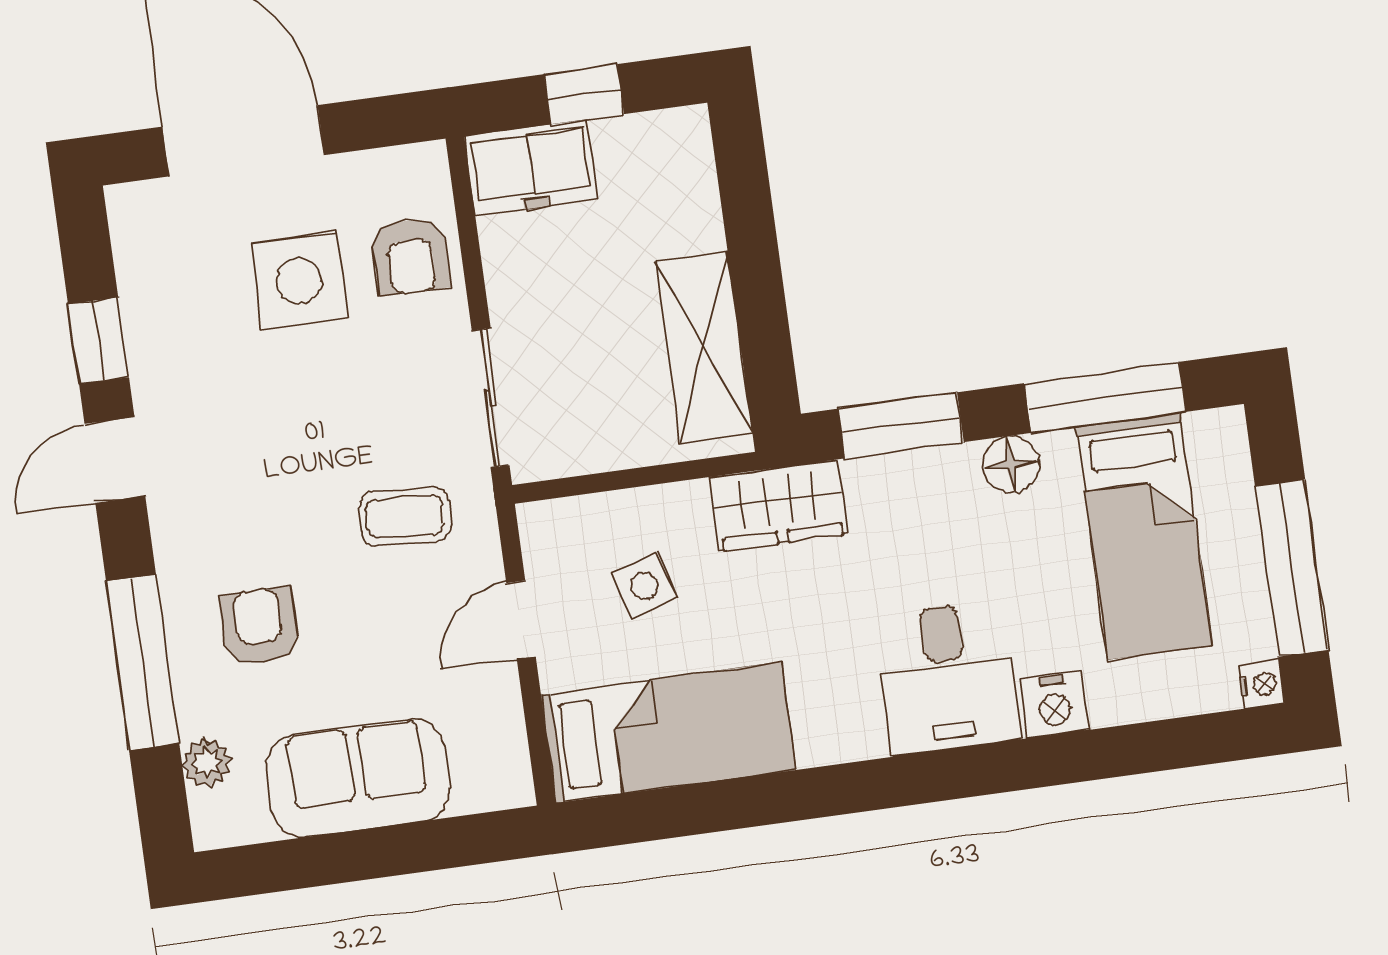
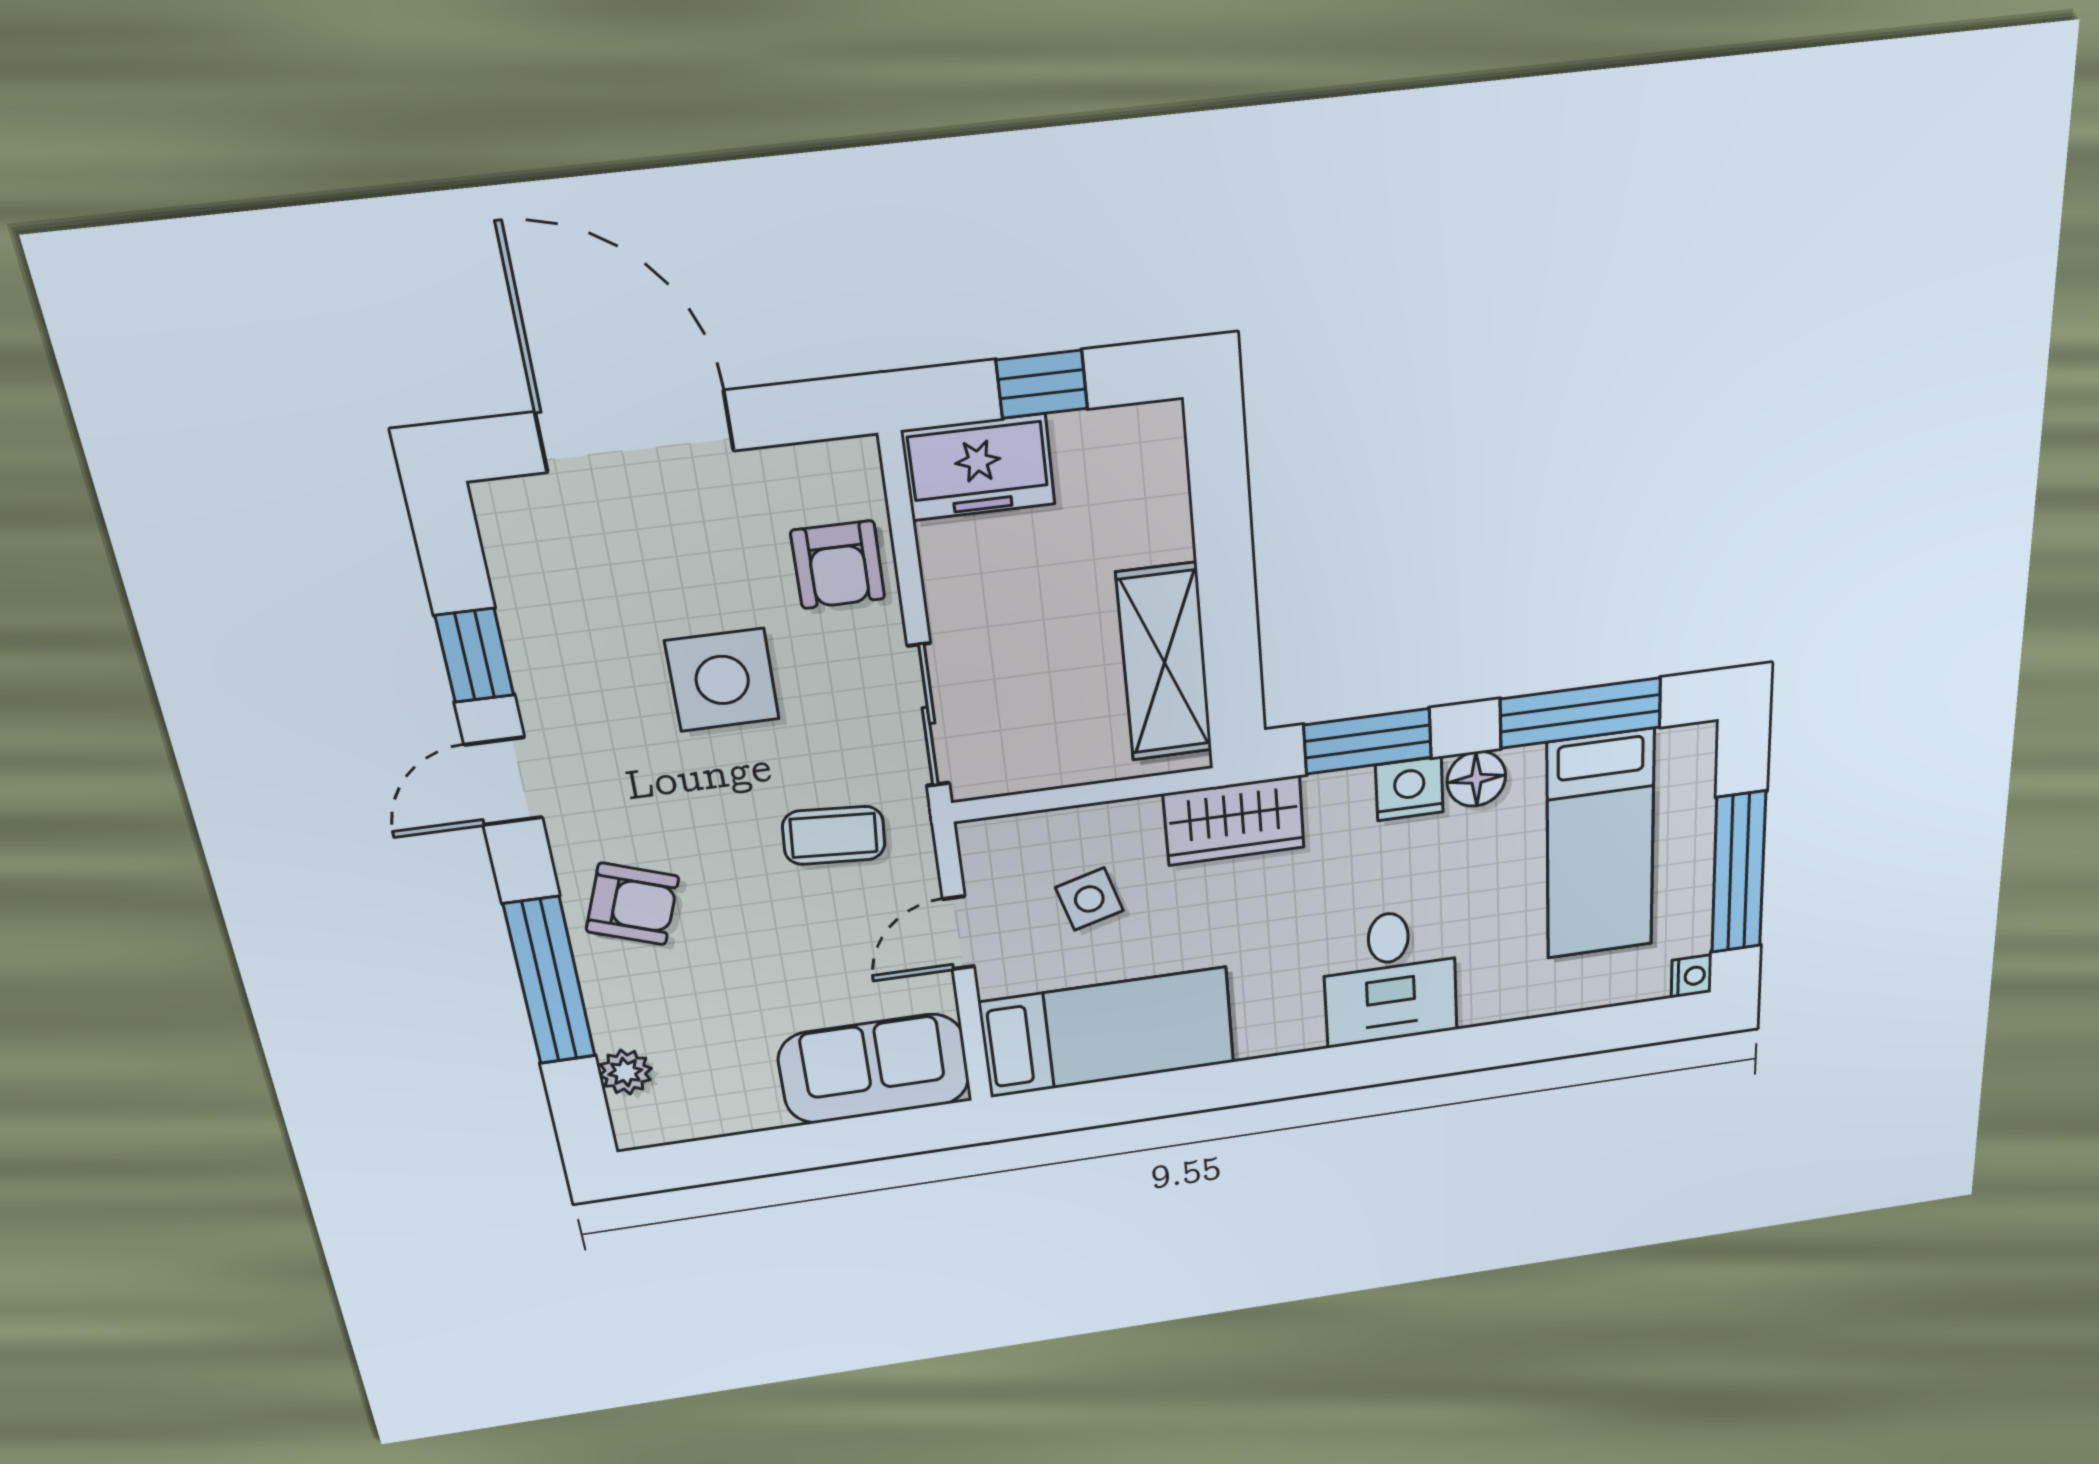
side table: (299, 281) -> (722, 680), moved
armchair: (259, 627) -> (632, 904), moved, turned 110
nightstand: (1055, 705) -> (1409, 789), moved, turned 180
sofa: (358, 778) -> (874, 1069), moved

